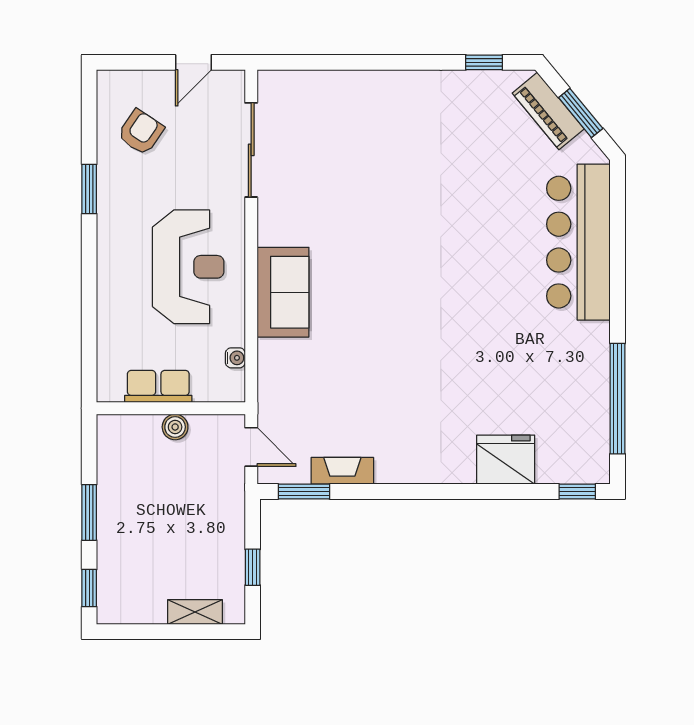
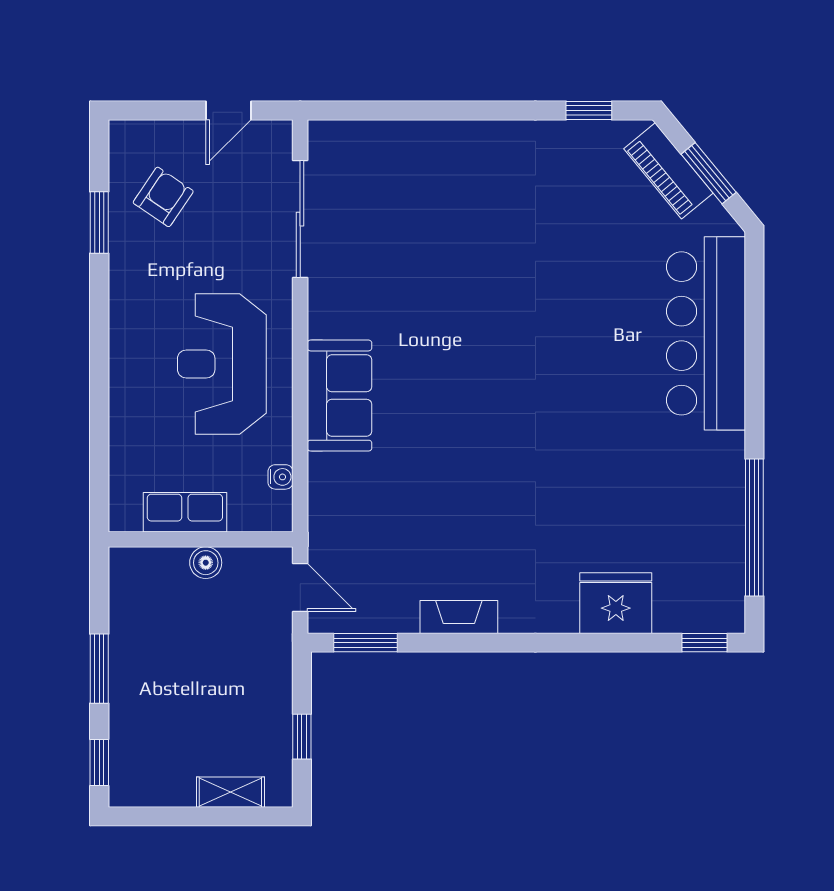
window: (89, 189) -> (99, 223), moved
reception desk: (188, 267) -> (222, 364), turned 180
fireplace: (342, 471) -> (459, 617), moved

